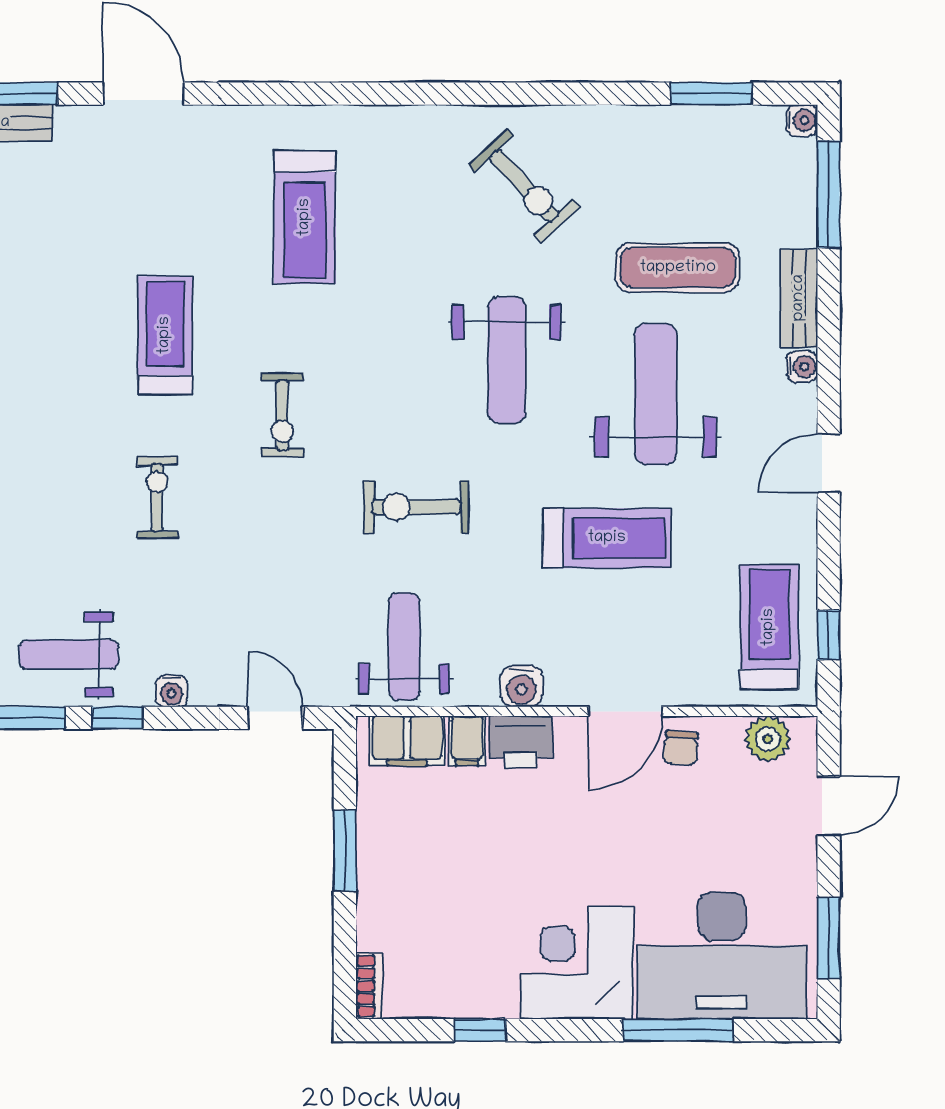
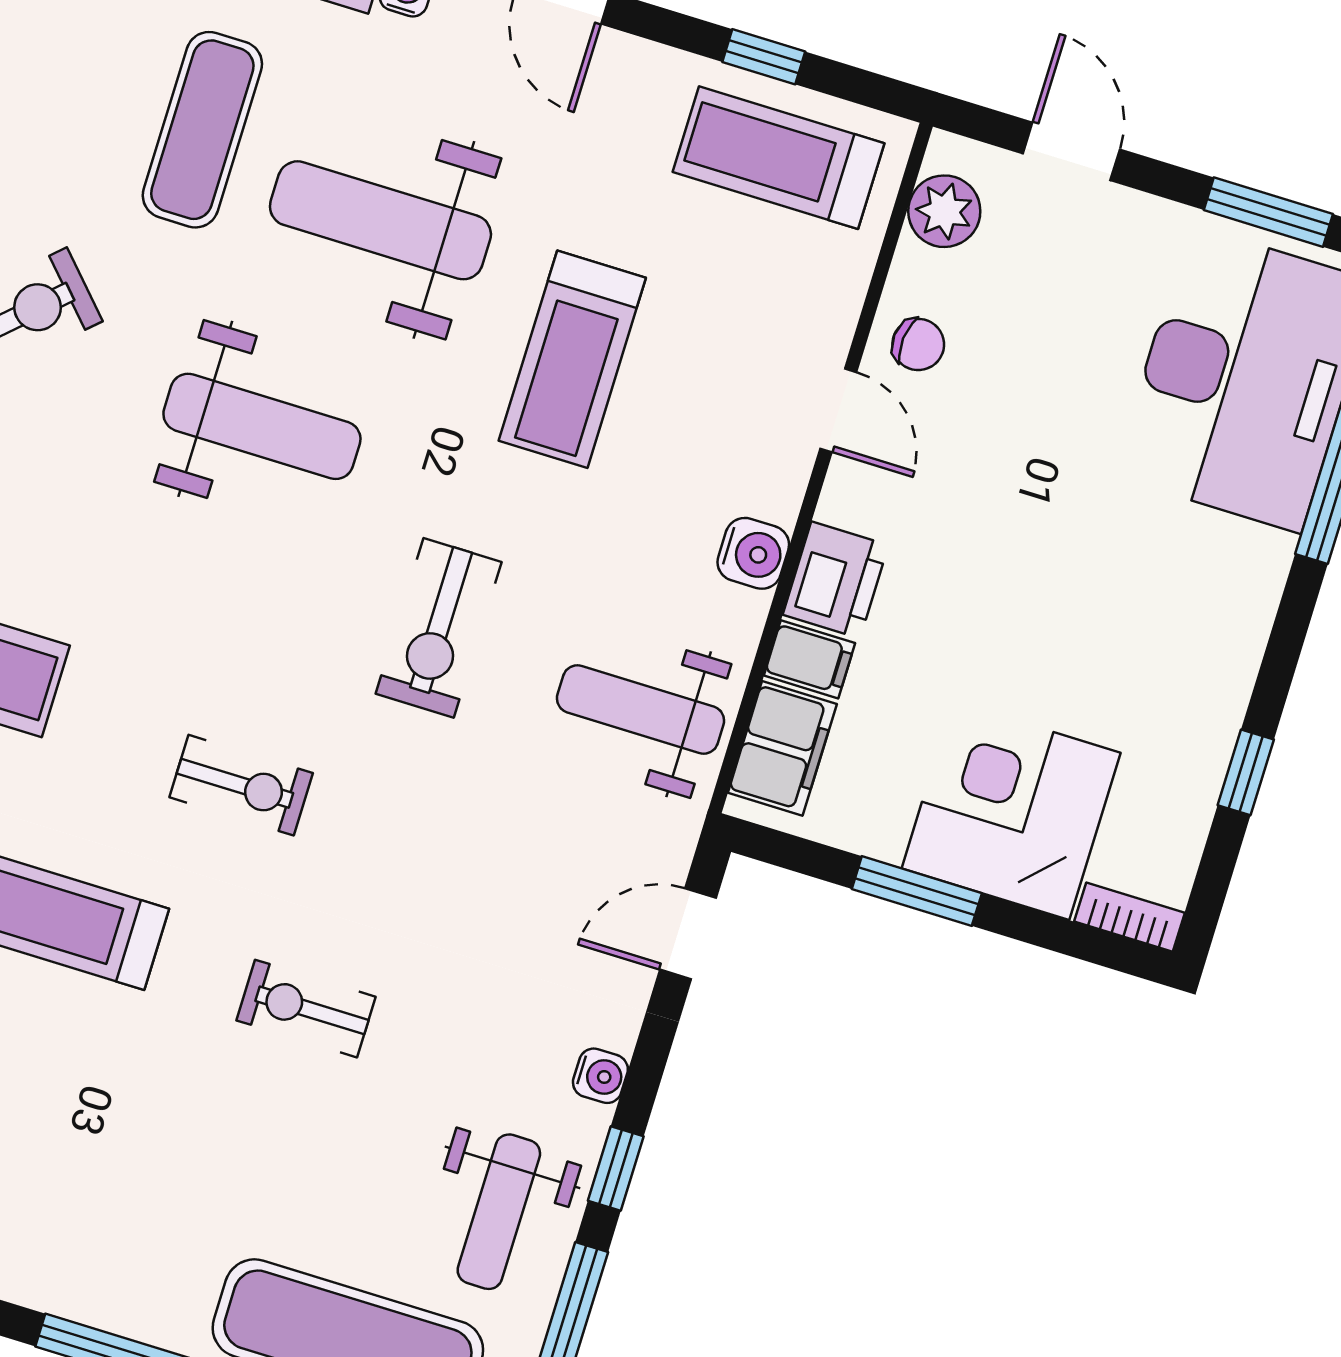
treadmill: (607, 538) -> (572, 359), turned 180
window: (829, 635) -> (764, 57), moved
door: (625, 711) -> (838, 410), width x0.73
corner desk: (577, 963) -> (1011, 811), moved, turned 90

